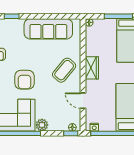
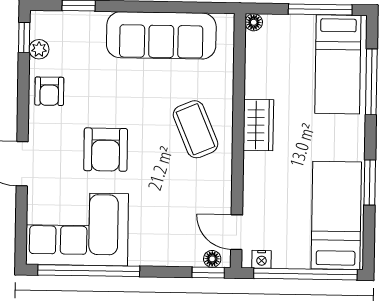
coffee table: (64, 70) -> (195, 129), turned -63
door: (83, 101) -> (237, 232), moved
plant: (42, 125) -> (143, 252), removed

